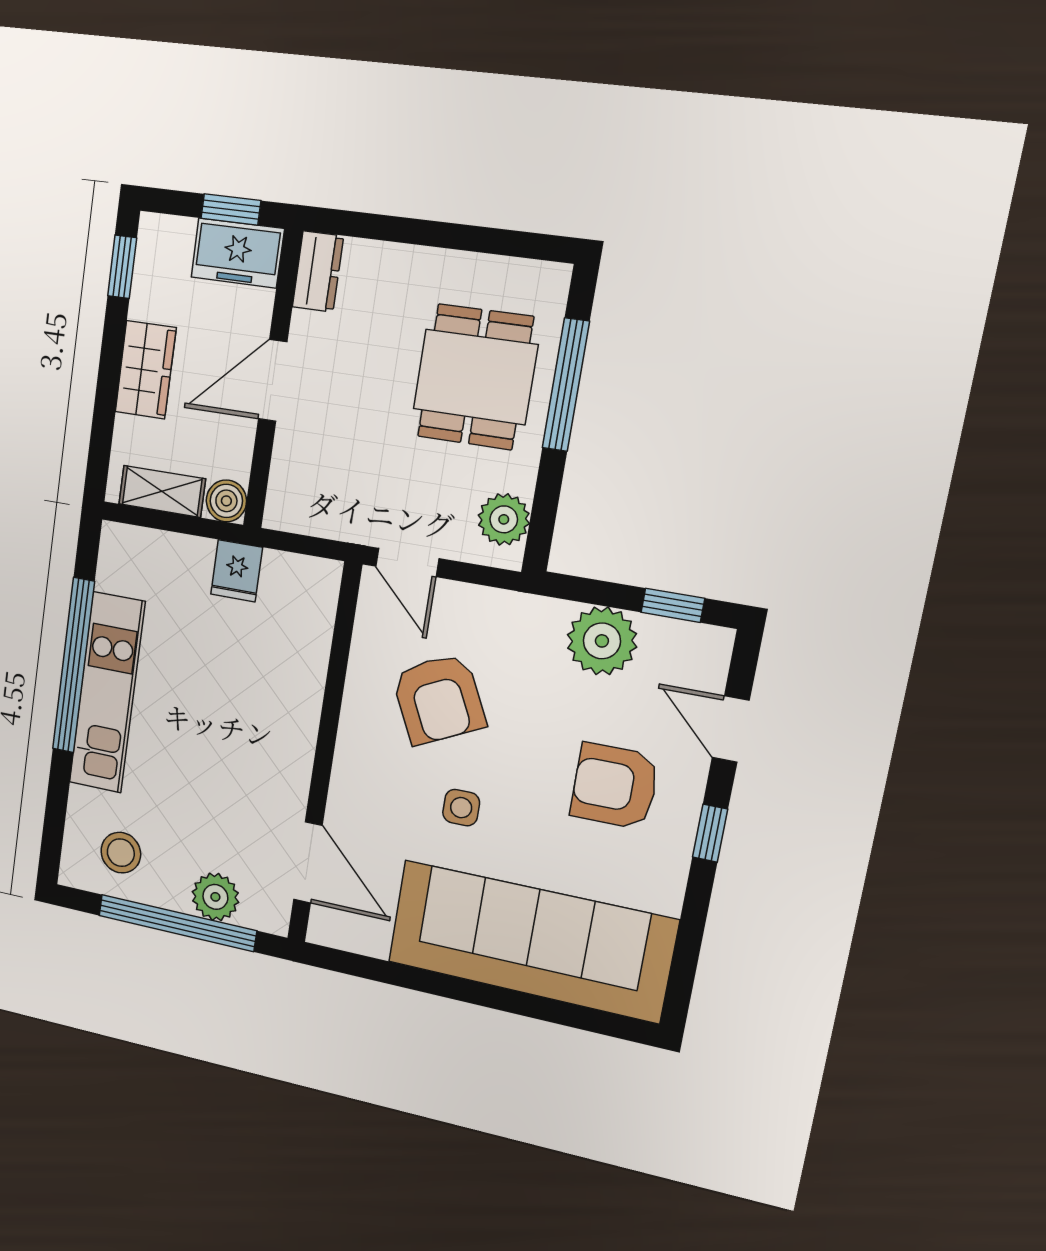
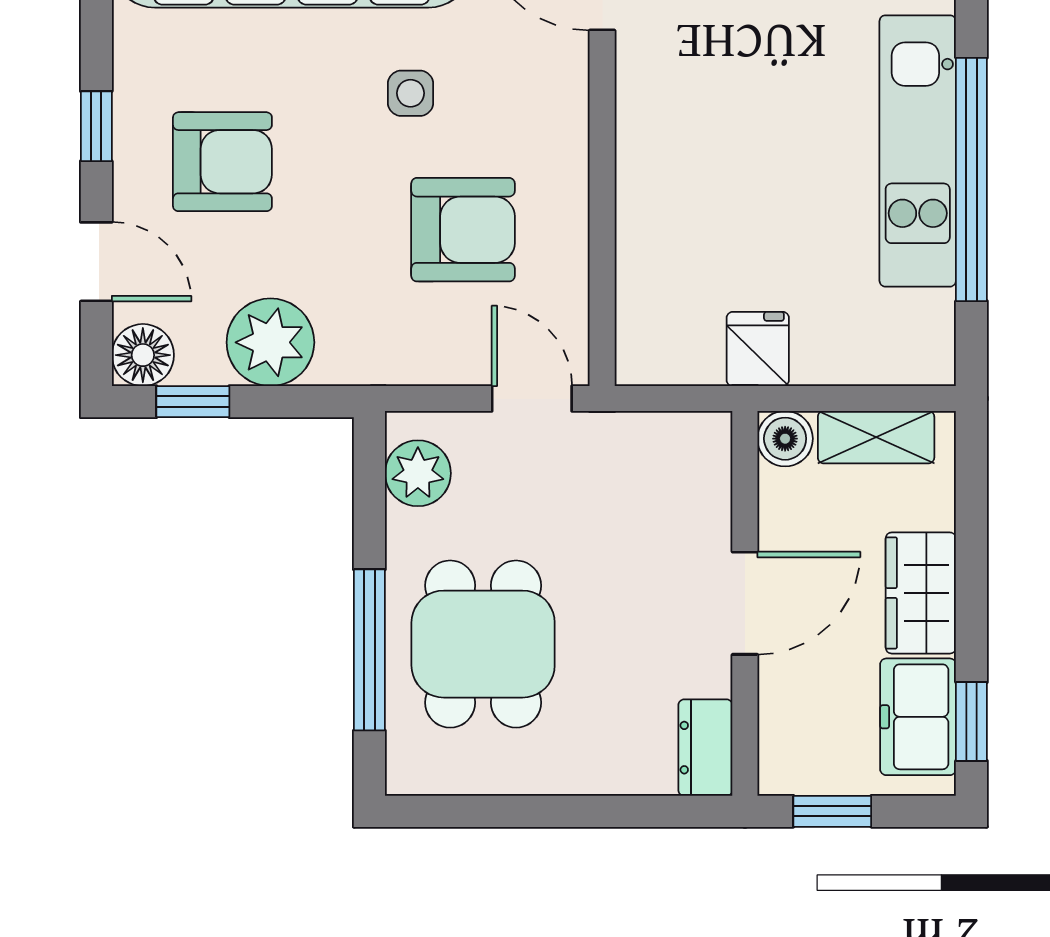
freezer: (237, 253) -> (918, 717), moved, turned -90
floor lamp: (707, 649) -> (143, 355), added
armchair: (439, 699) -> (463, 230), turned 116

